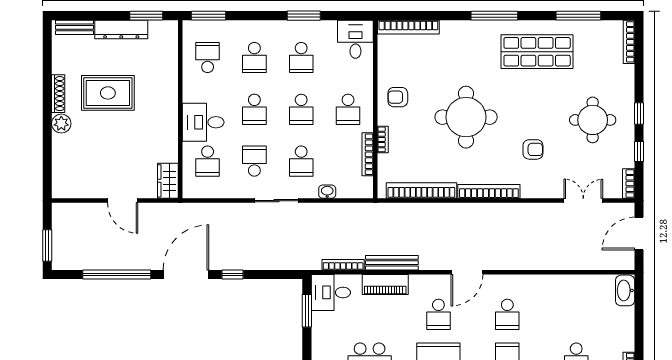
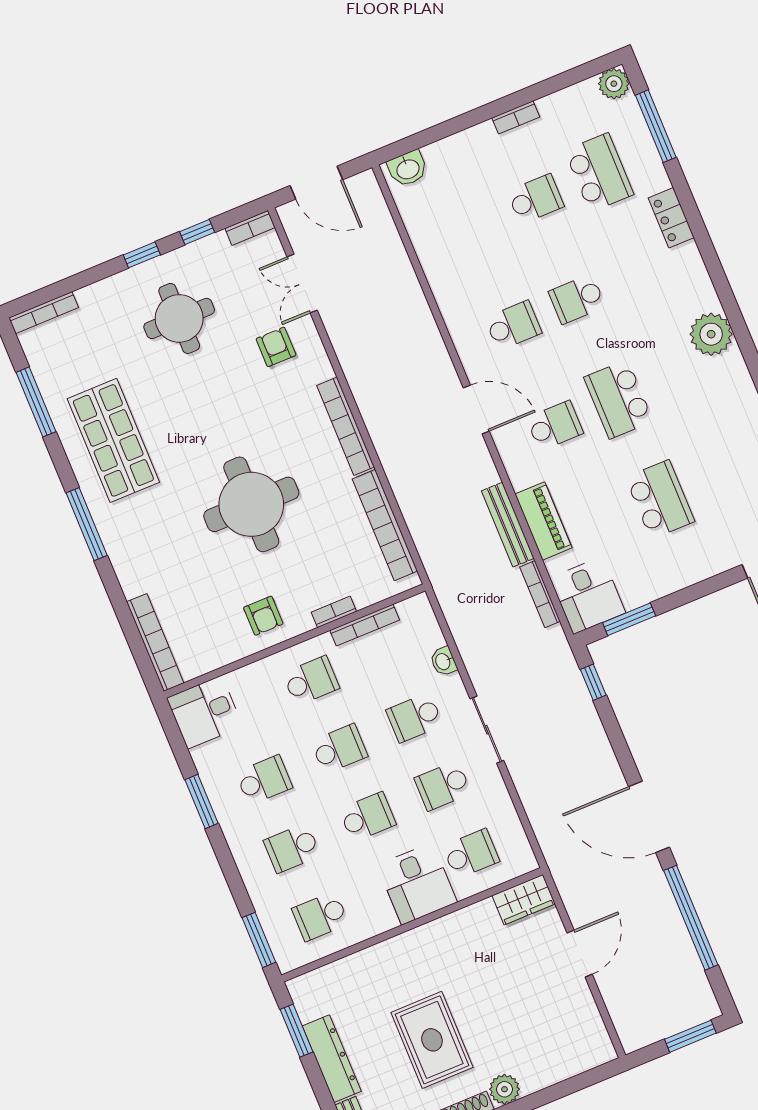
school desk: (254, 58) -> (292, 848), turned 180
armchair: (533, 149) -> (276, 347), moved
school desk: (301, 161) -> (415, 718), turned 180
window: (233, 275) -> (593, 682), moved
washbasin: (625, 290) -> (408, 169), width x0.72

